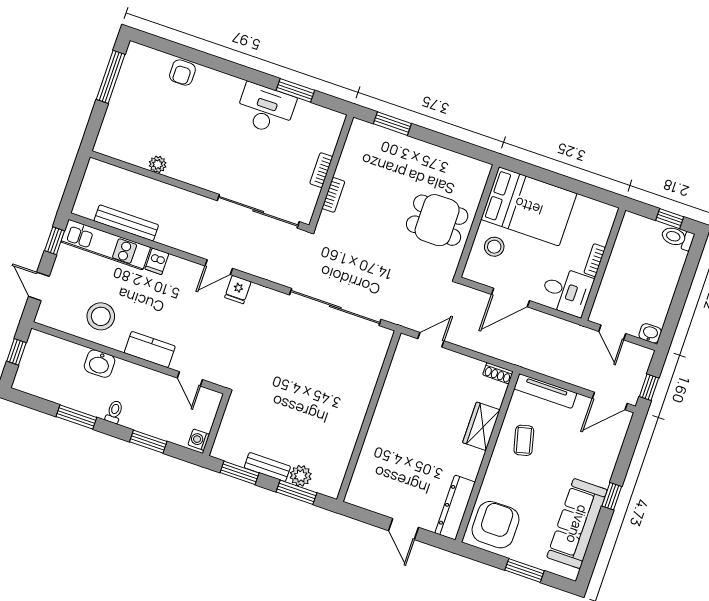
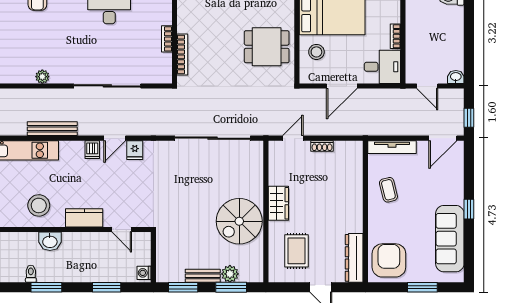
bookcase: (333, 195) -> (182, 54), width x1.56
sliding door: (258, 211) -> (107, 86), moved
bench: (126, 223) -> (52, 129), moved
dishwasher: (157, 261) -> (92, 150), moved
shoe rack: (498, 373) -> (322, 146), moved
toilet: (114, 412) -> (31, 274), moved
spiral stairs: (333, 417) -> (239, 221), added
wardrobe: (481, 426) -> (278, 203), moved, turned 180
rug: (389, 476) -> (297, 251), added

